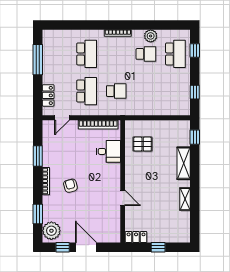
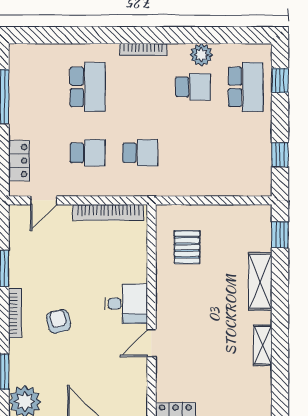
school desk: (87, 91) -> (88, 153), width x0.54
pallet: (143, 144) -> (187, 247), turned 90
desk: (108, 151) -> (126, 304), moved
door: (123, 198) -> (151, 343), swing flipped

